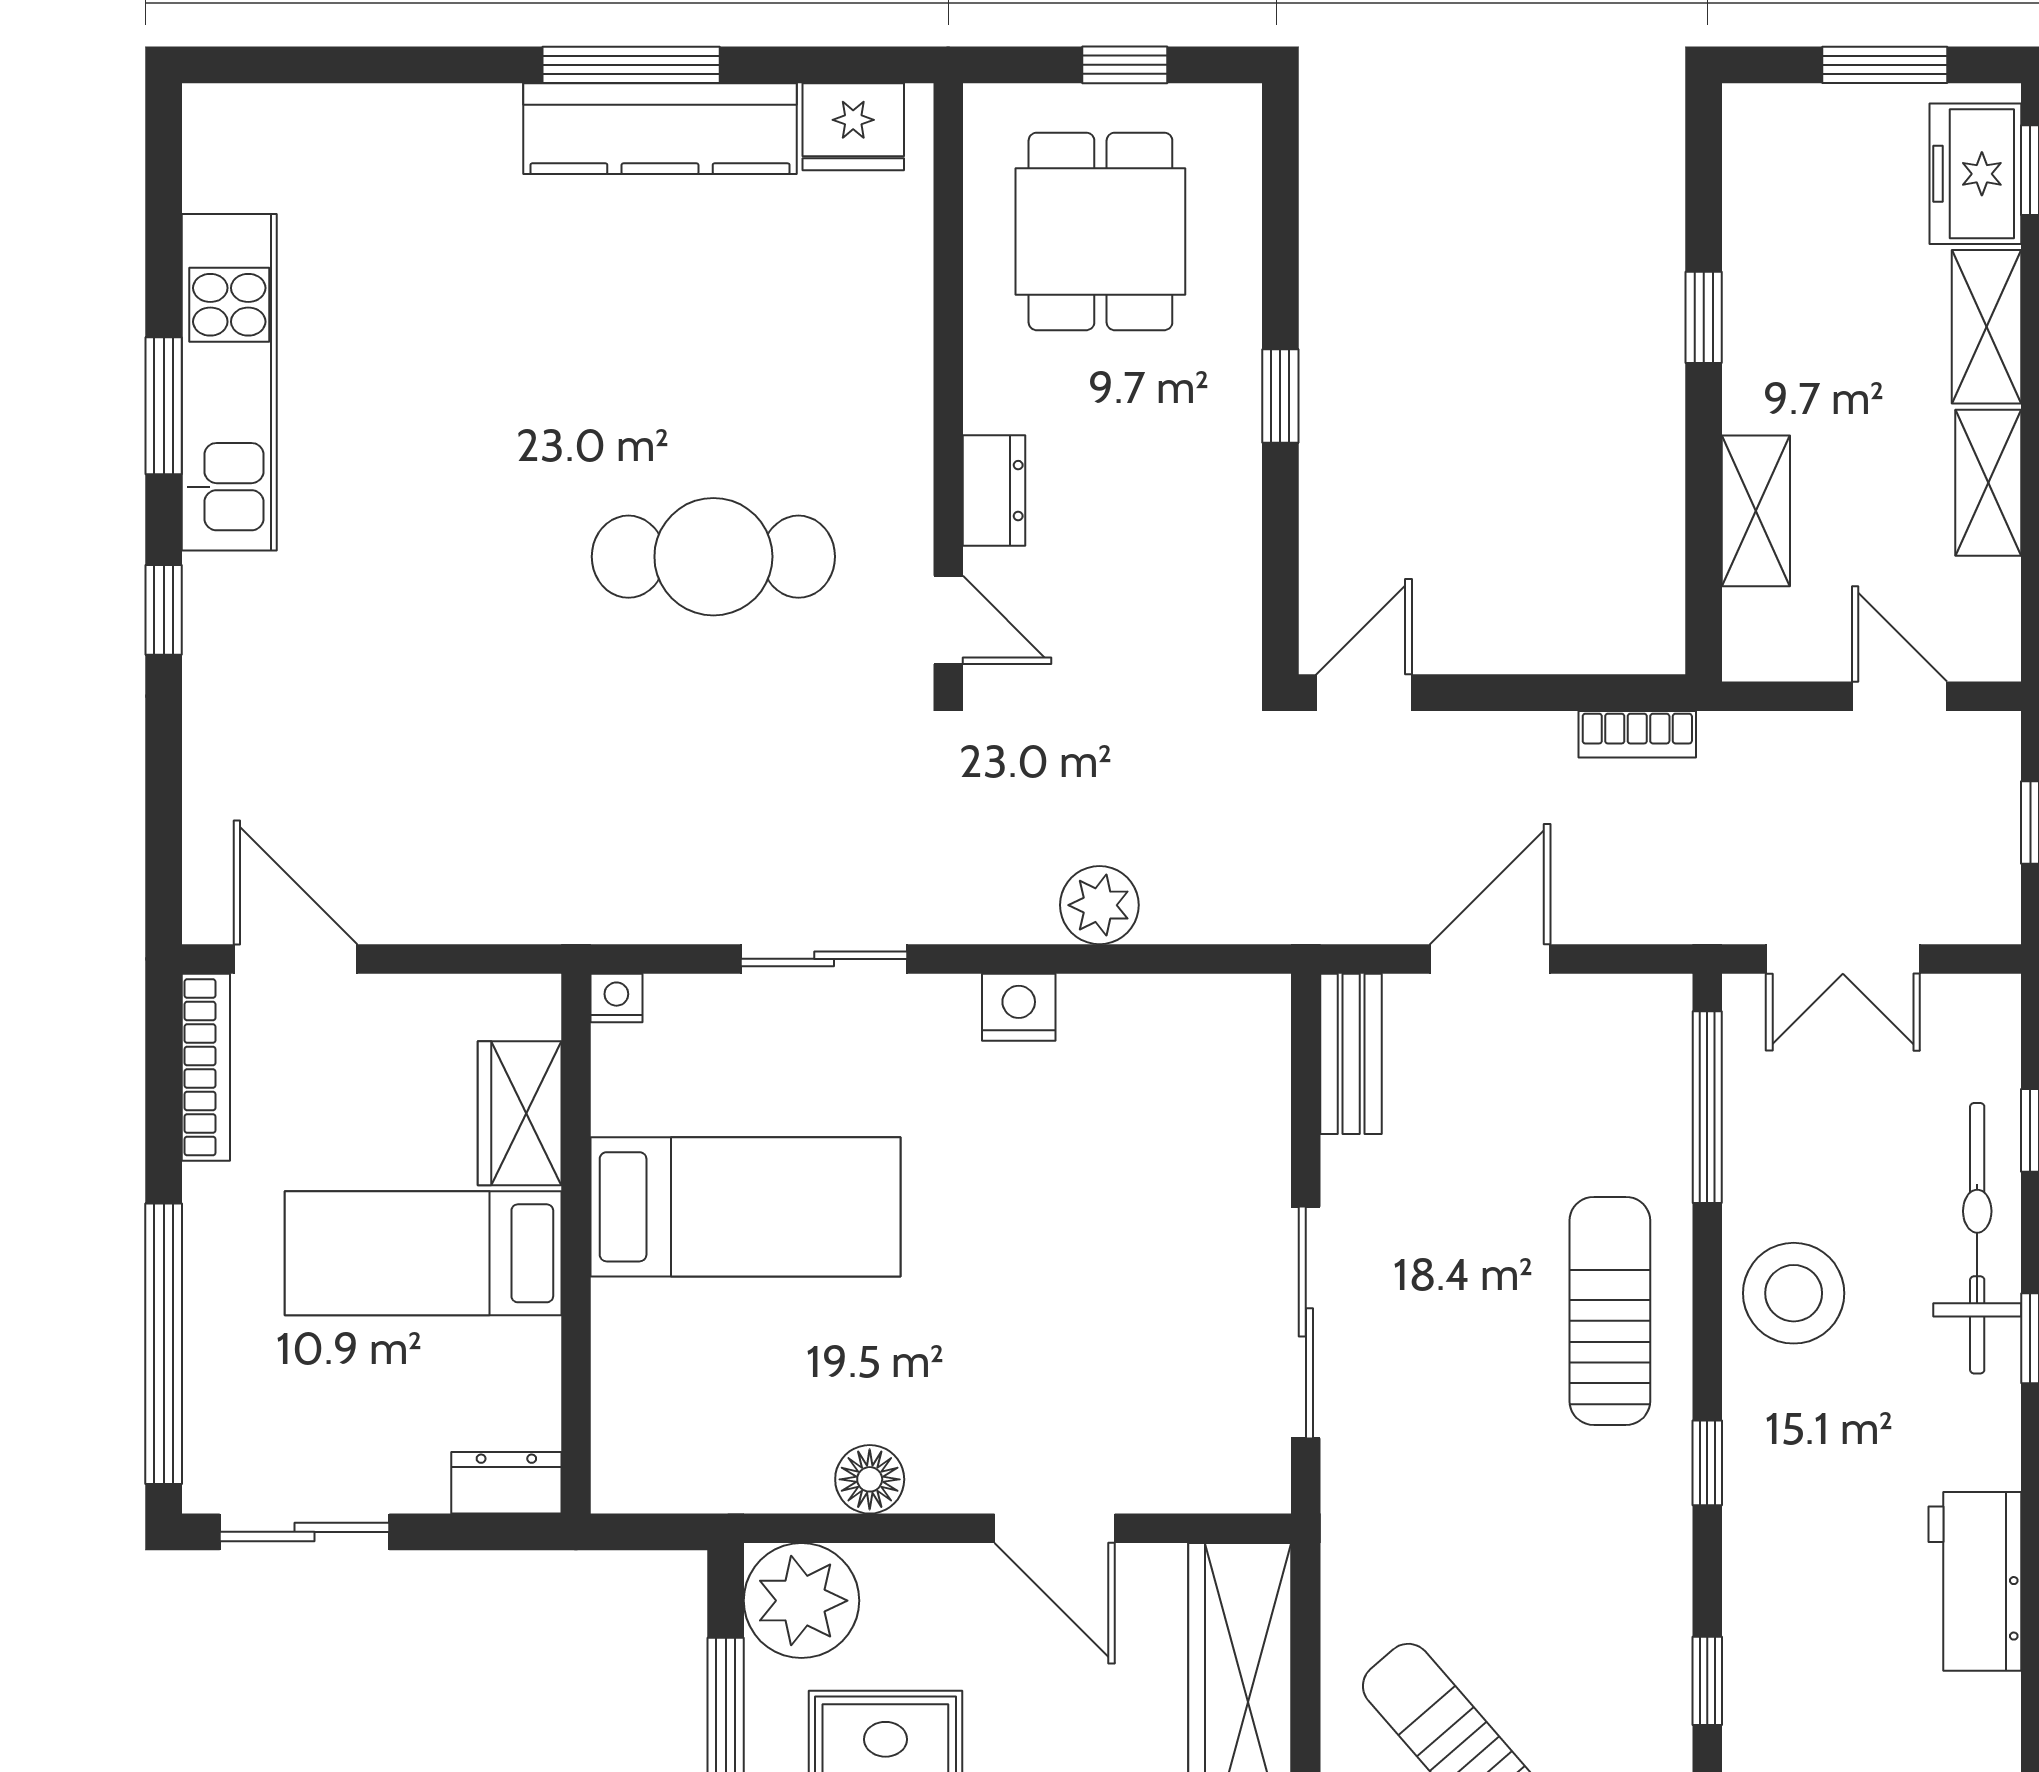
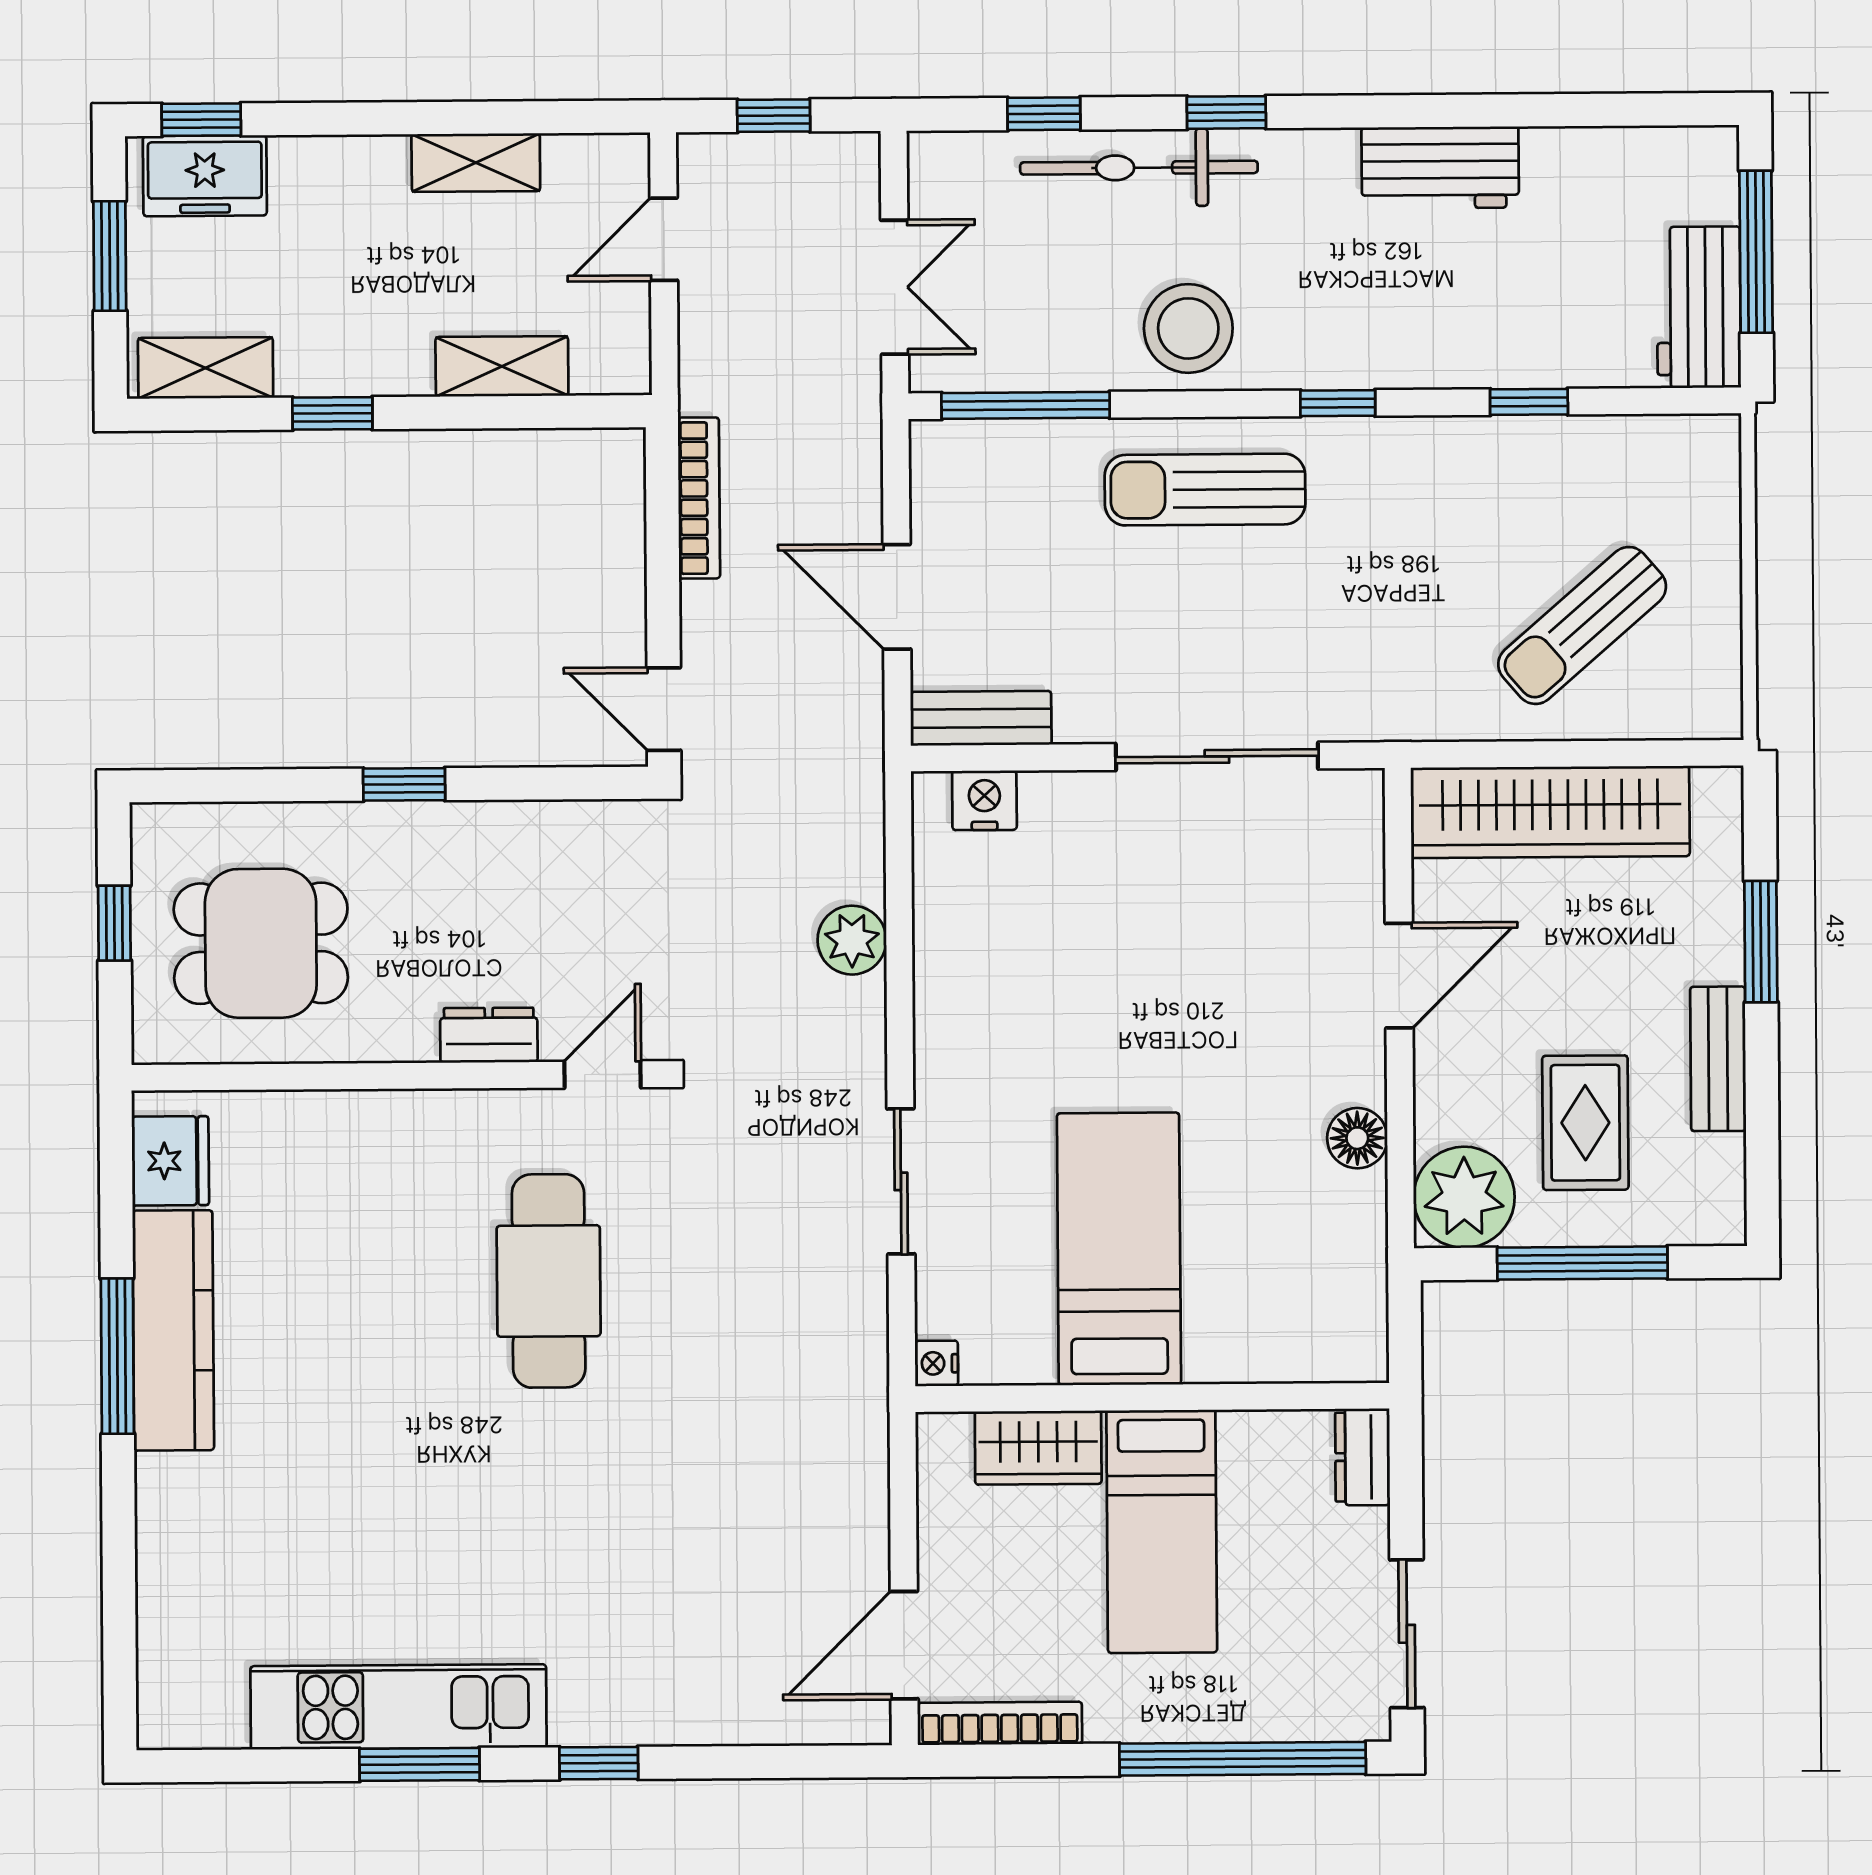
shelving: (1987, 327) -> (206, 368), moved
bookcase: (1637, 734) -> (699, 498), width x1.56
nightstand: (1019, 1007) -> (984, 800), moved, turned 90

